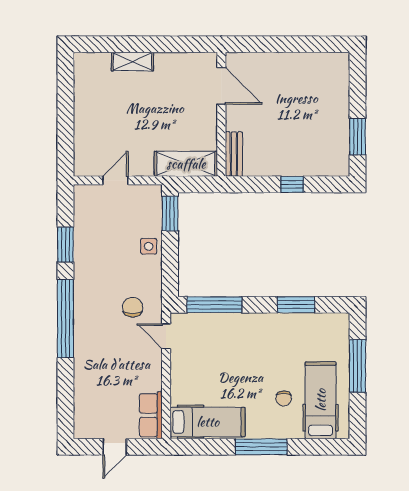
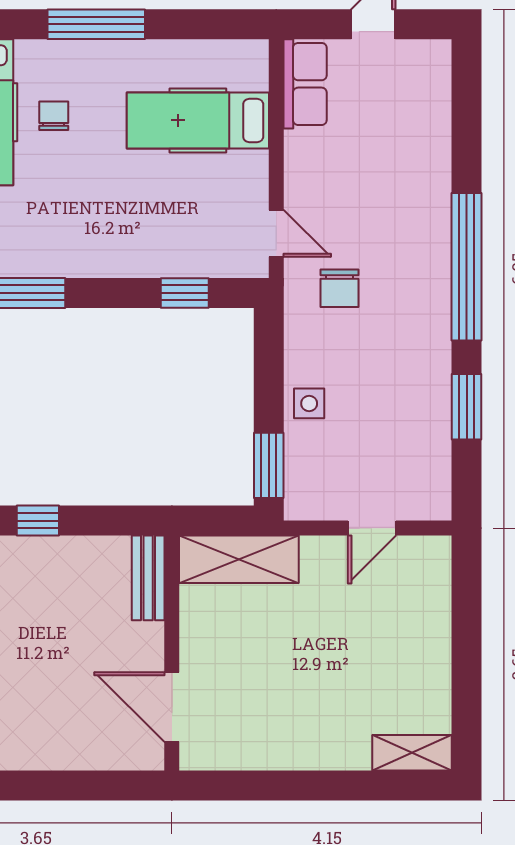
shelving: (133, 62) -> (412, 753), moved
window: (214, 305) -> (185, 293), width x0.46
hospital bed: (208, 422) -> (198, 120), moved

